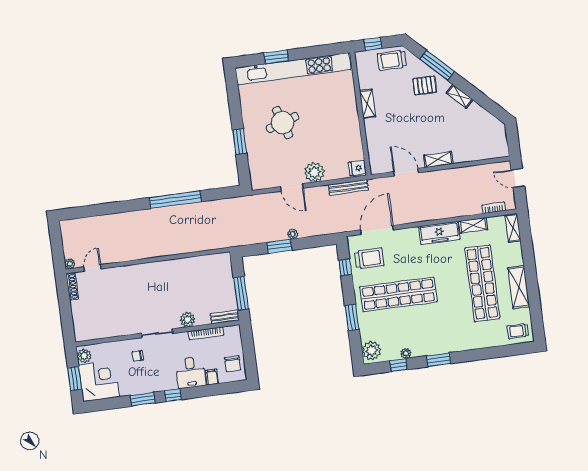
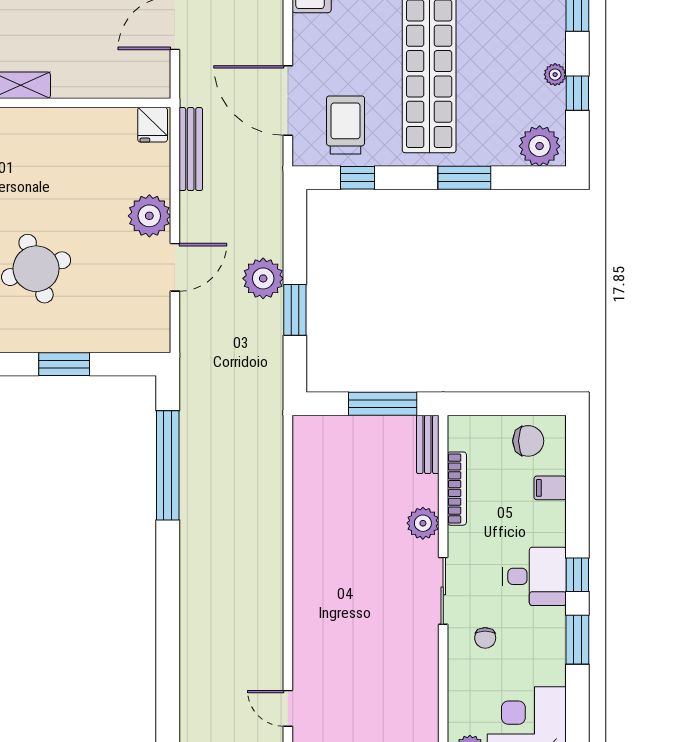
window: (175, 200) -> (168, 465), moved
plant: (293, 234) -> (263, 278), width x1.88, depth x1.88
desk: (191, 372) -> (535, 576), moved

